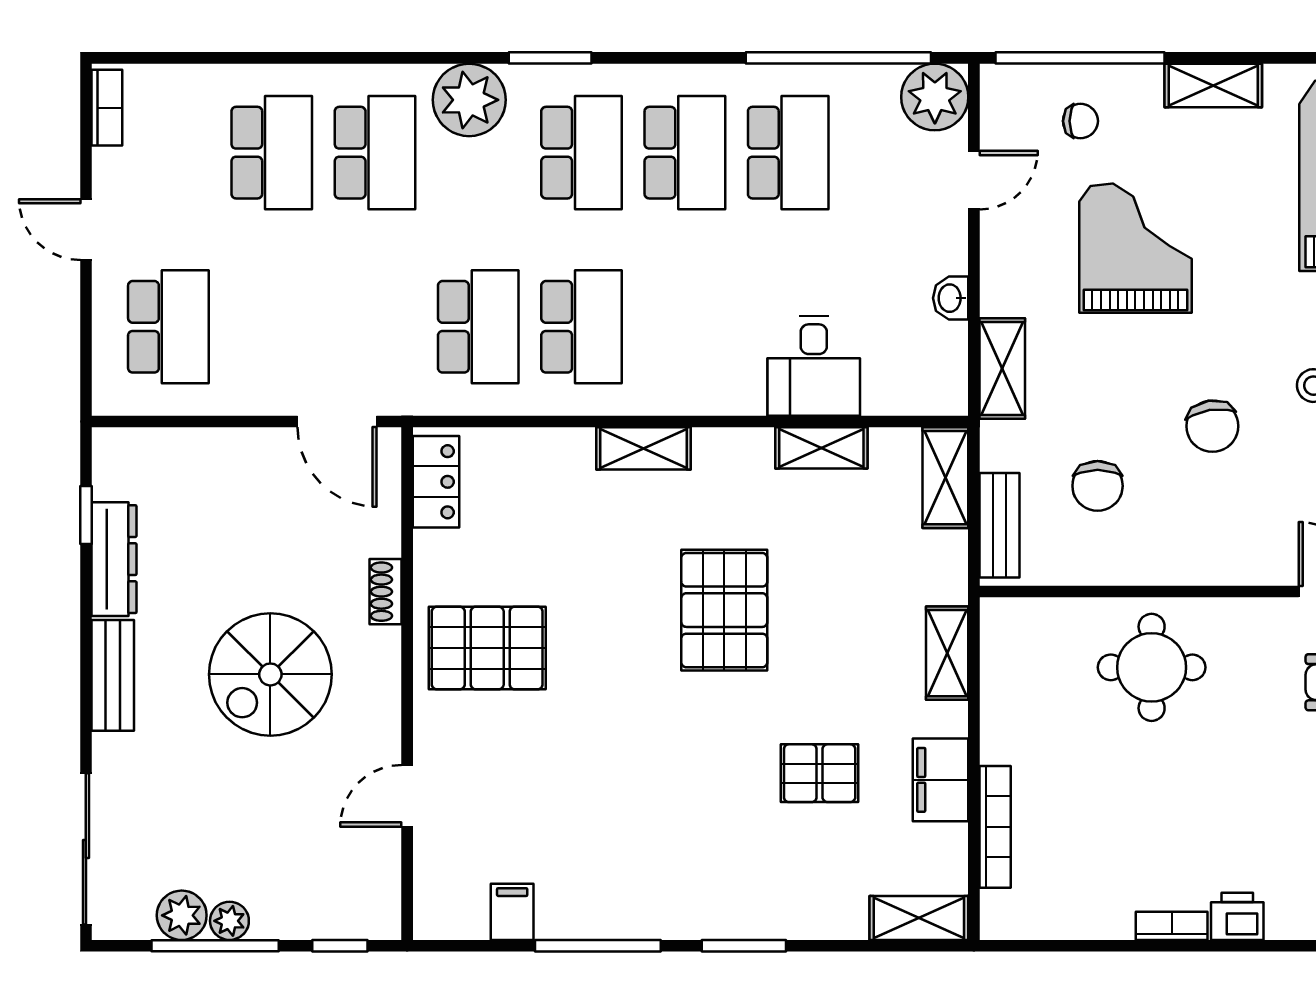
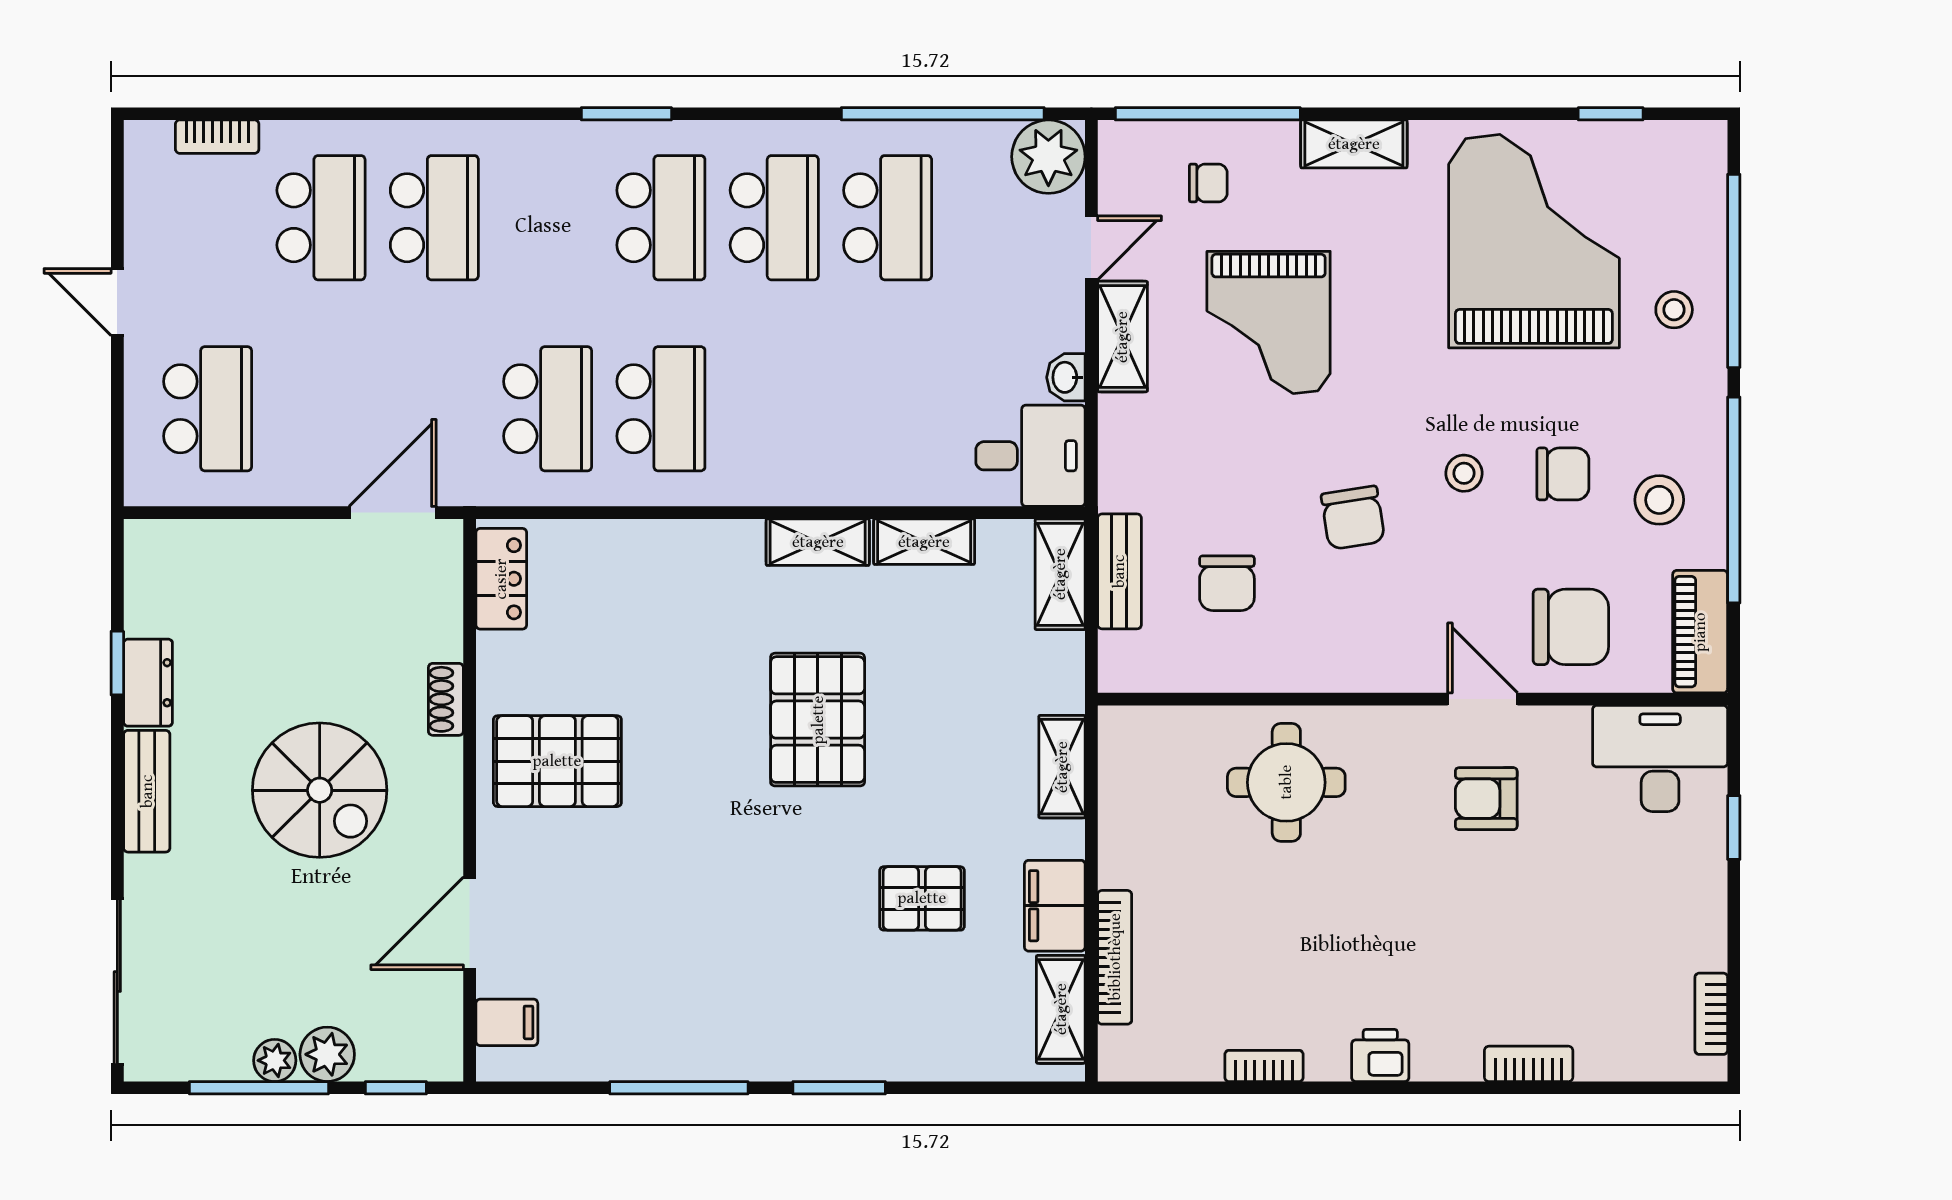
plant: (469, 100) -> (538, 160), removed
bookcase: (107, 108) -> (217, 137), moved, turned 90
grand piano: (1135, 248) -> (1269, 322), turned 180
desk: (814, 366) -> (1030, 456), moved, turned -90
shelving: (1002, 369) -> (1122, 337), moved
door: (337, 422) -> (393, 513), swing flipped
shelving: (643, 448) -> (818, 542), moved
window: (86, 515) -> (117, 663), moved
bench: (1000, 525) -> (1119, 571), moved
dresser: (114, 559) -> (148, 683), width x0.70
spiral stairs: (270, 674) -> (320, 790), turned -90
door: (407, 796) -> (470, 923), width x1.38
filing cabinet: (512, 912) -> (507, 1022), moved, turned 90
plant: (182, 915) -> (327, 1054), moved
shelving: (919, 918) -> (1061, 1009), moved, turned 90
bookcase: (1172, 926) -> (1264, 1066), moved

